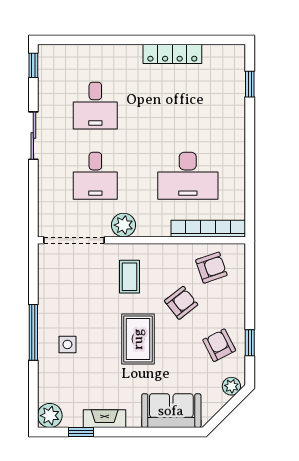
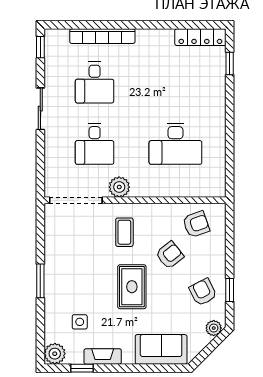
locker: (172, 54) -> (200, 37), moved
bookcase: (208, 229) -> (102, 36), moved, turned 180
window: (33, 332) -> (40, 281), width x0.69
side table: (67, 344) -> (80, 322), moved

